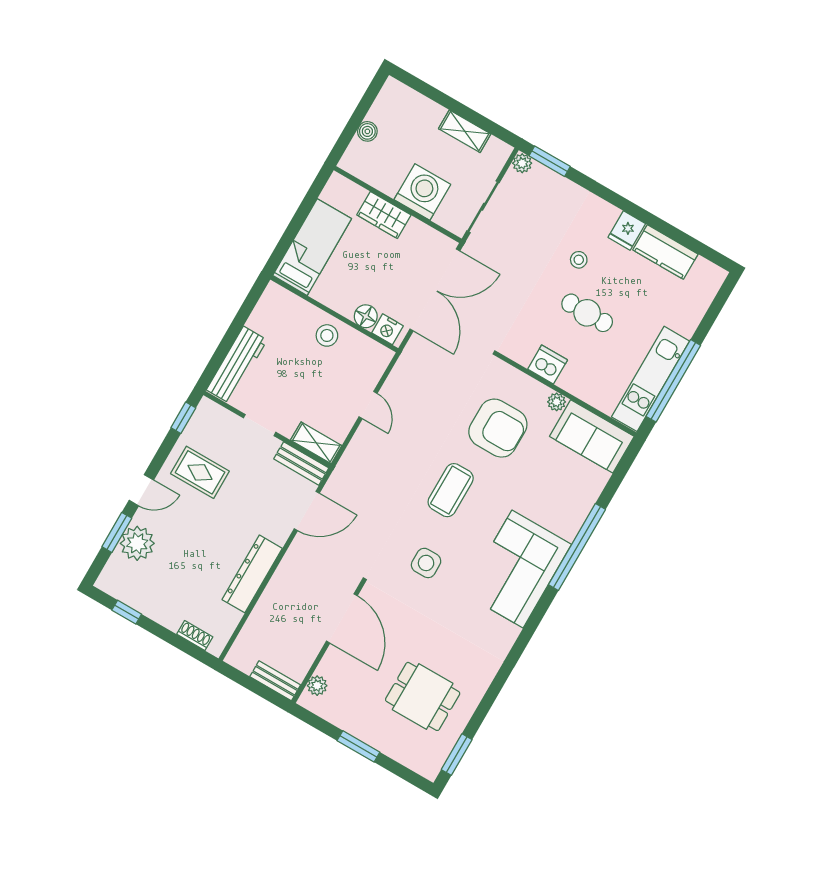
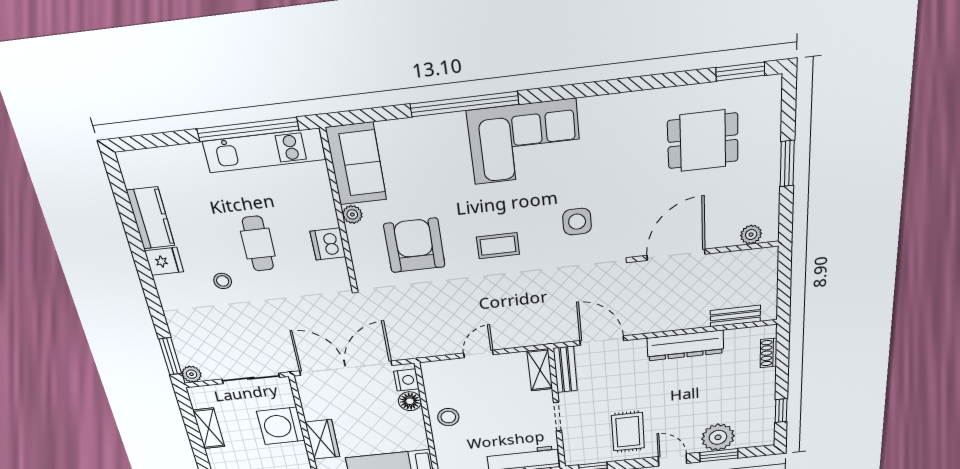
coffee table: (451, 490) -> (498, 246), width x0.73, depth x0.77
bench: (275, 681) -> (735, 316), moved, turned 90
dining table: (423, 696) -> (703, 141), turned 90

